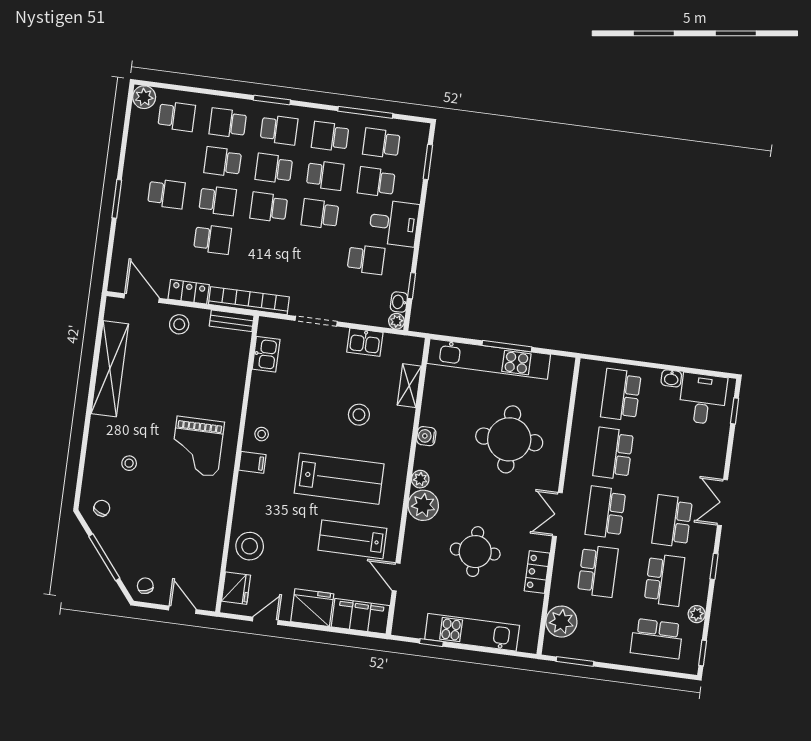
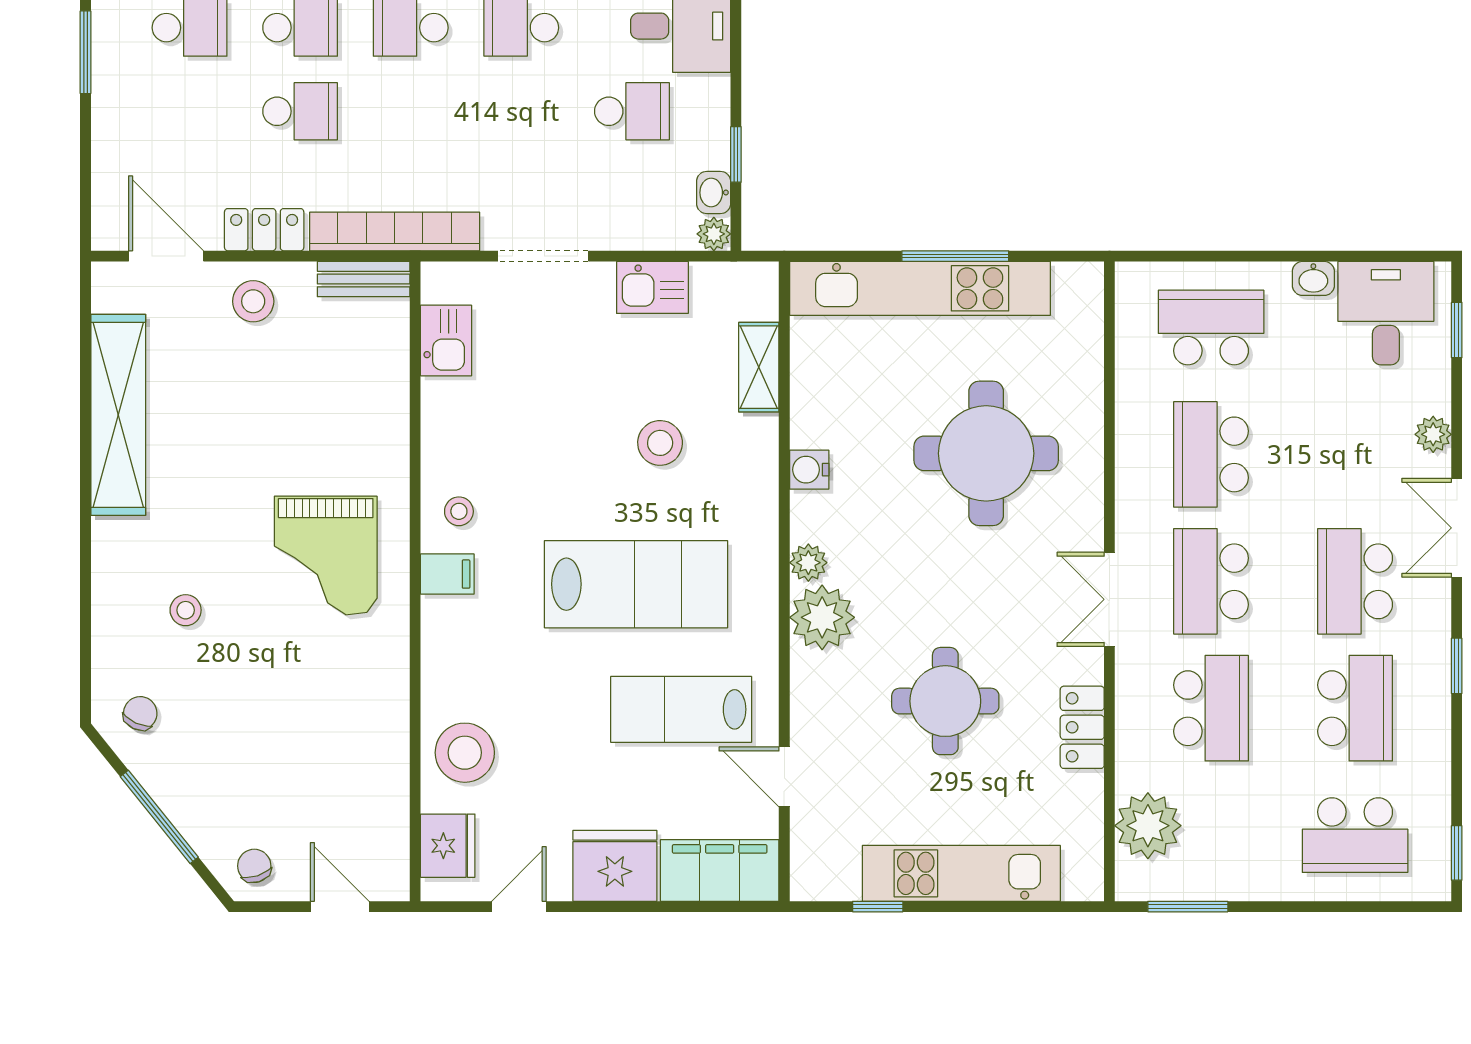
school desk: (621, 395) -> (1211, 328), turned 90
plant: (697, 614) -> (1433, 434), moved

